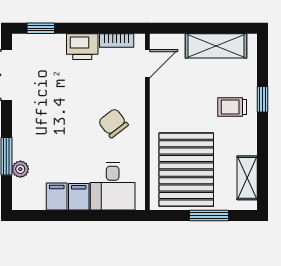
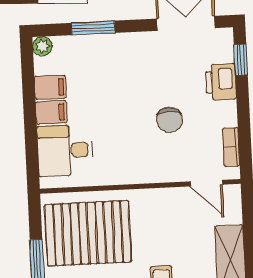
printer: (82, 47) -> (221, 82), moved
chair: (113, 123) -> (169, 120), moved, turned 128
plant: (20, 169) -> (42, 46), moved

